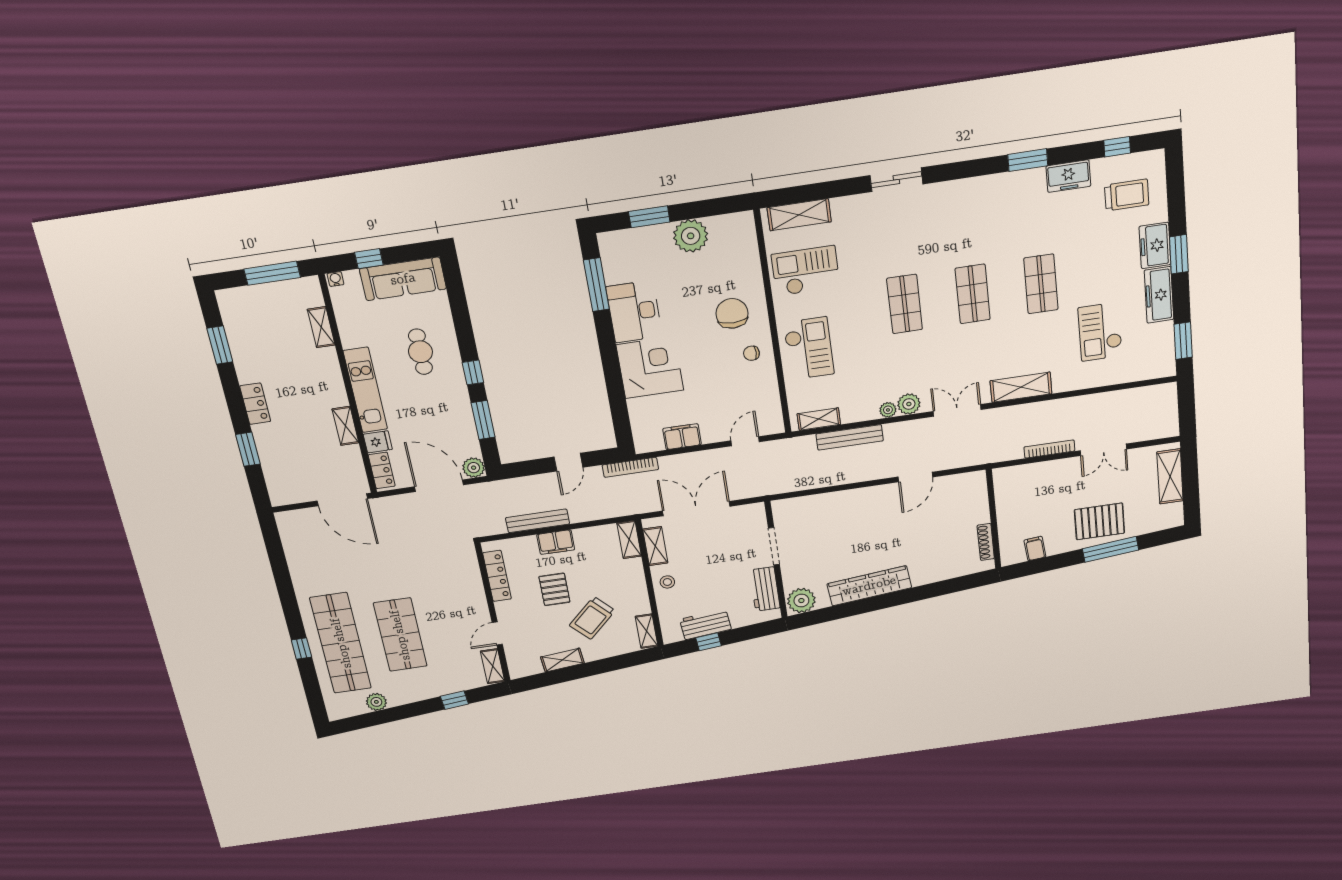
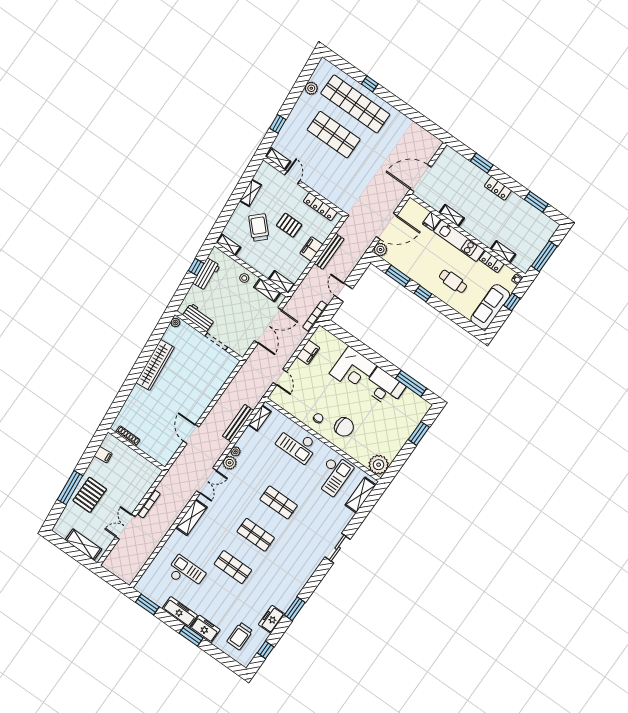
plant: (691, 236) -> (379, 465), moved
locker: (382, 470) -> (492, 262), moved
plant: (801, 601) -> (175, 322), width x0.53, depth x0.53

